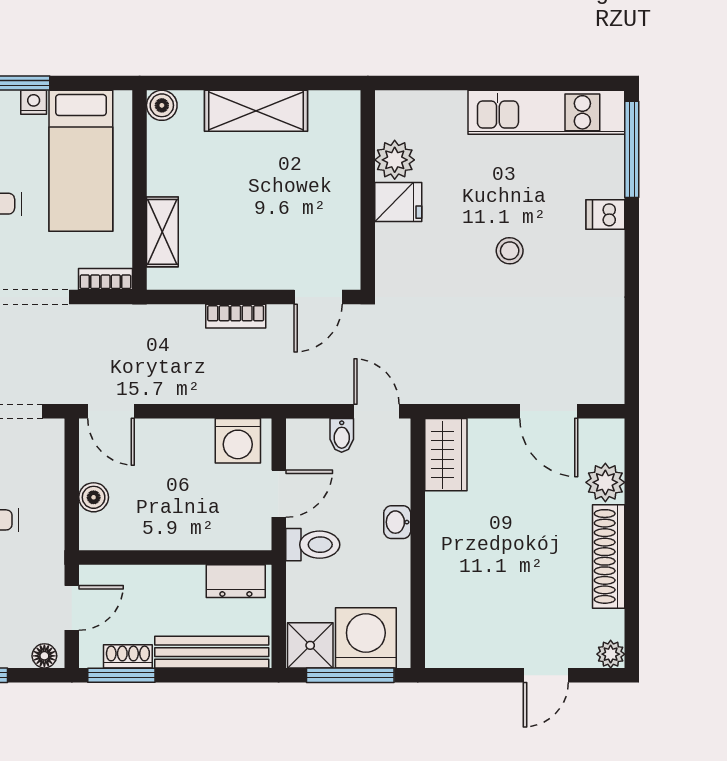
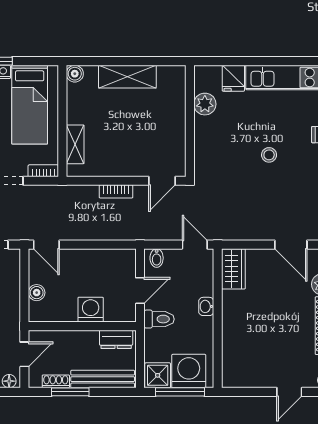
fridge: (398, 202) -> (233, 78), moved, turned 90
bidet: (342, 435) -> (157, 258), moved
washing machine: (238, 441) -> (91, 310), moved, turned 180
window: (121, 675) -> (70, 392), moved

